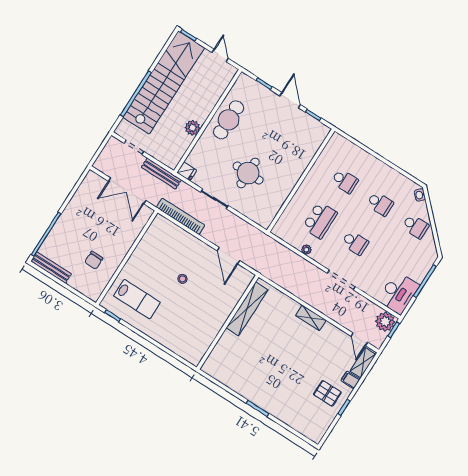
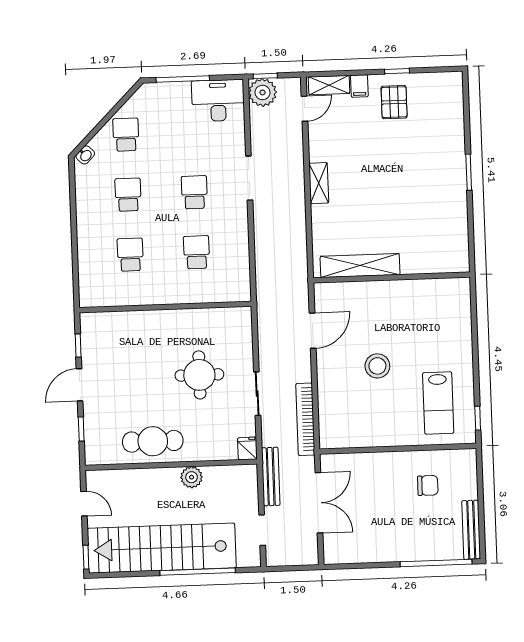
door: (220, 55) -> (84, 504), swing flipped
school desk: (320, 220) -> (197, 252), width x0.54
plant: (306, 250) -> (242, 244), removed
stool: (182, 279) -> (377, 366), width x1.89, depth x1.89
lab bench: (137, 299) -> (438, 403), turned 180

